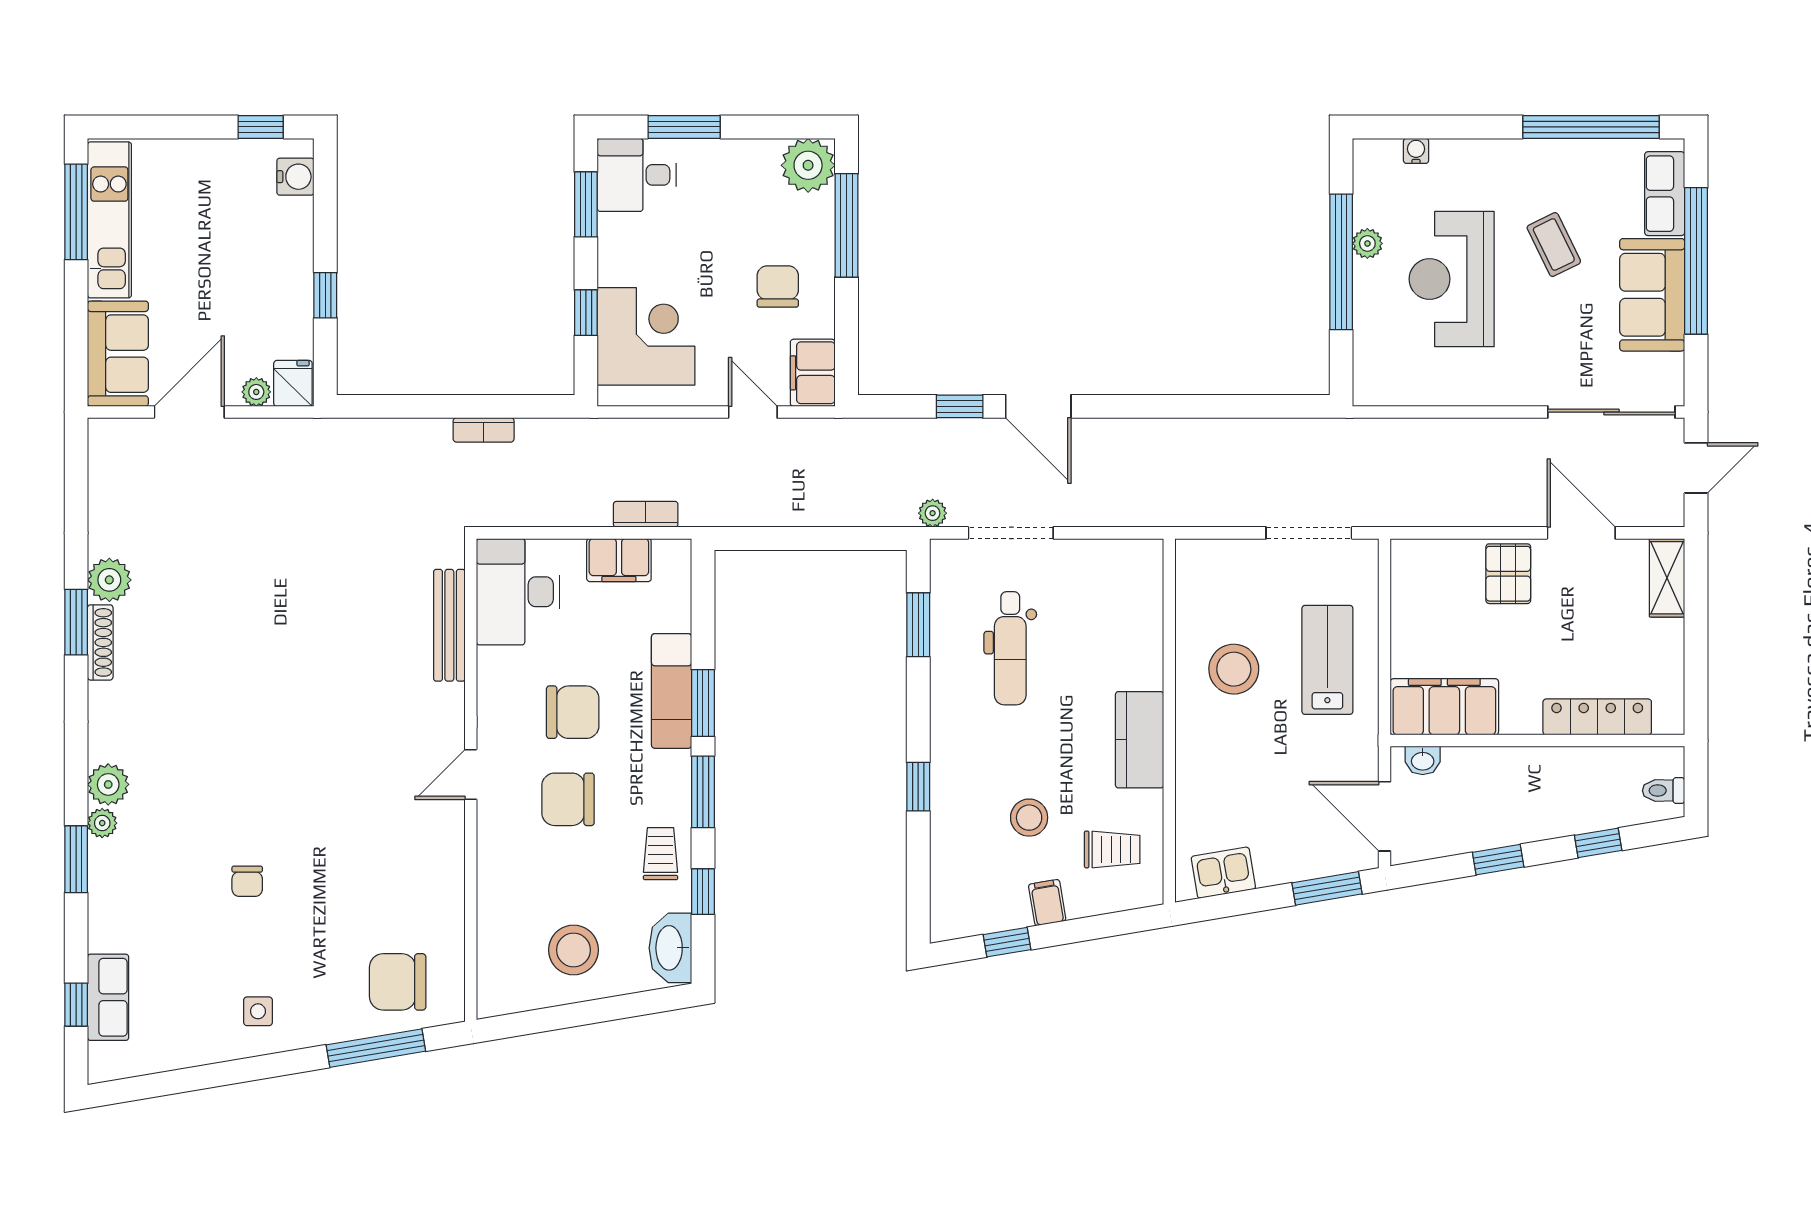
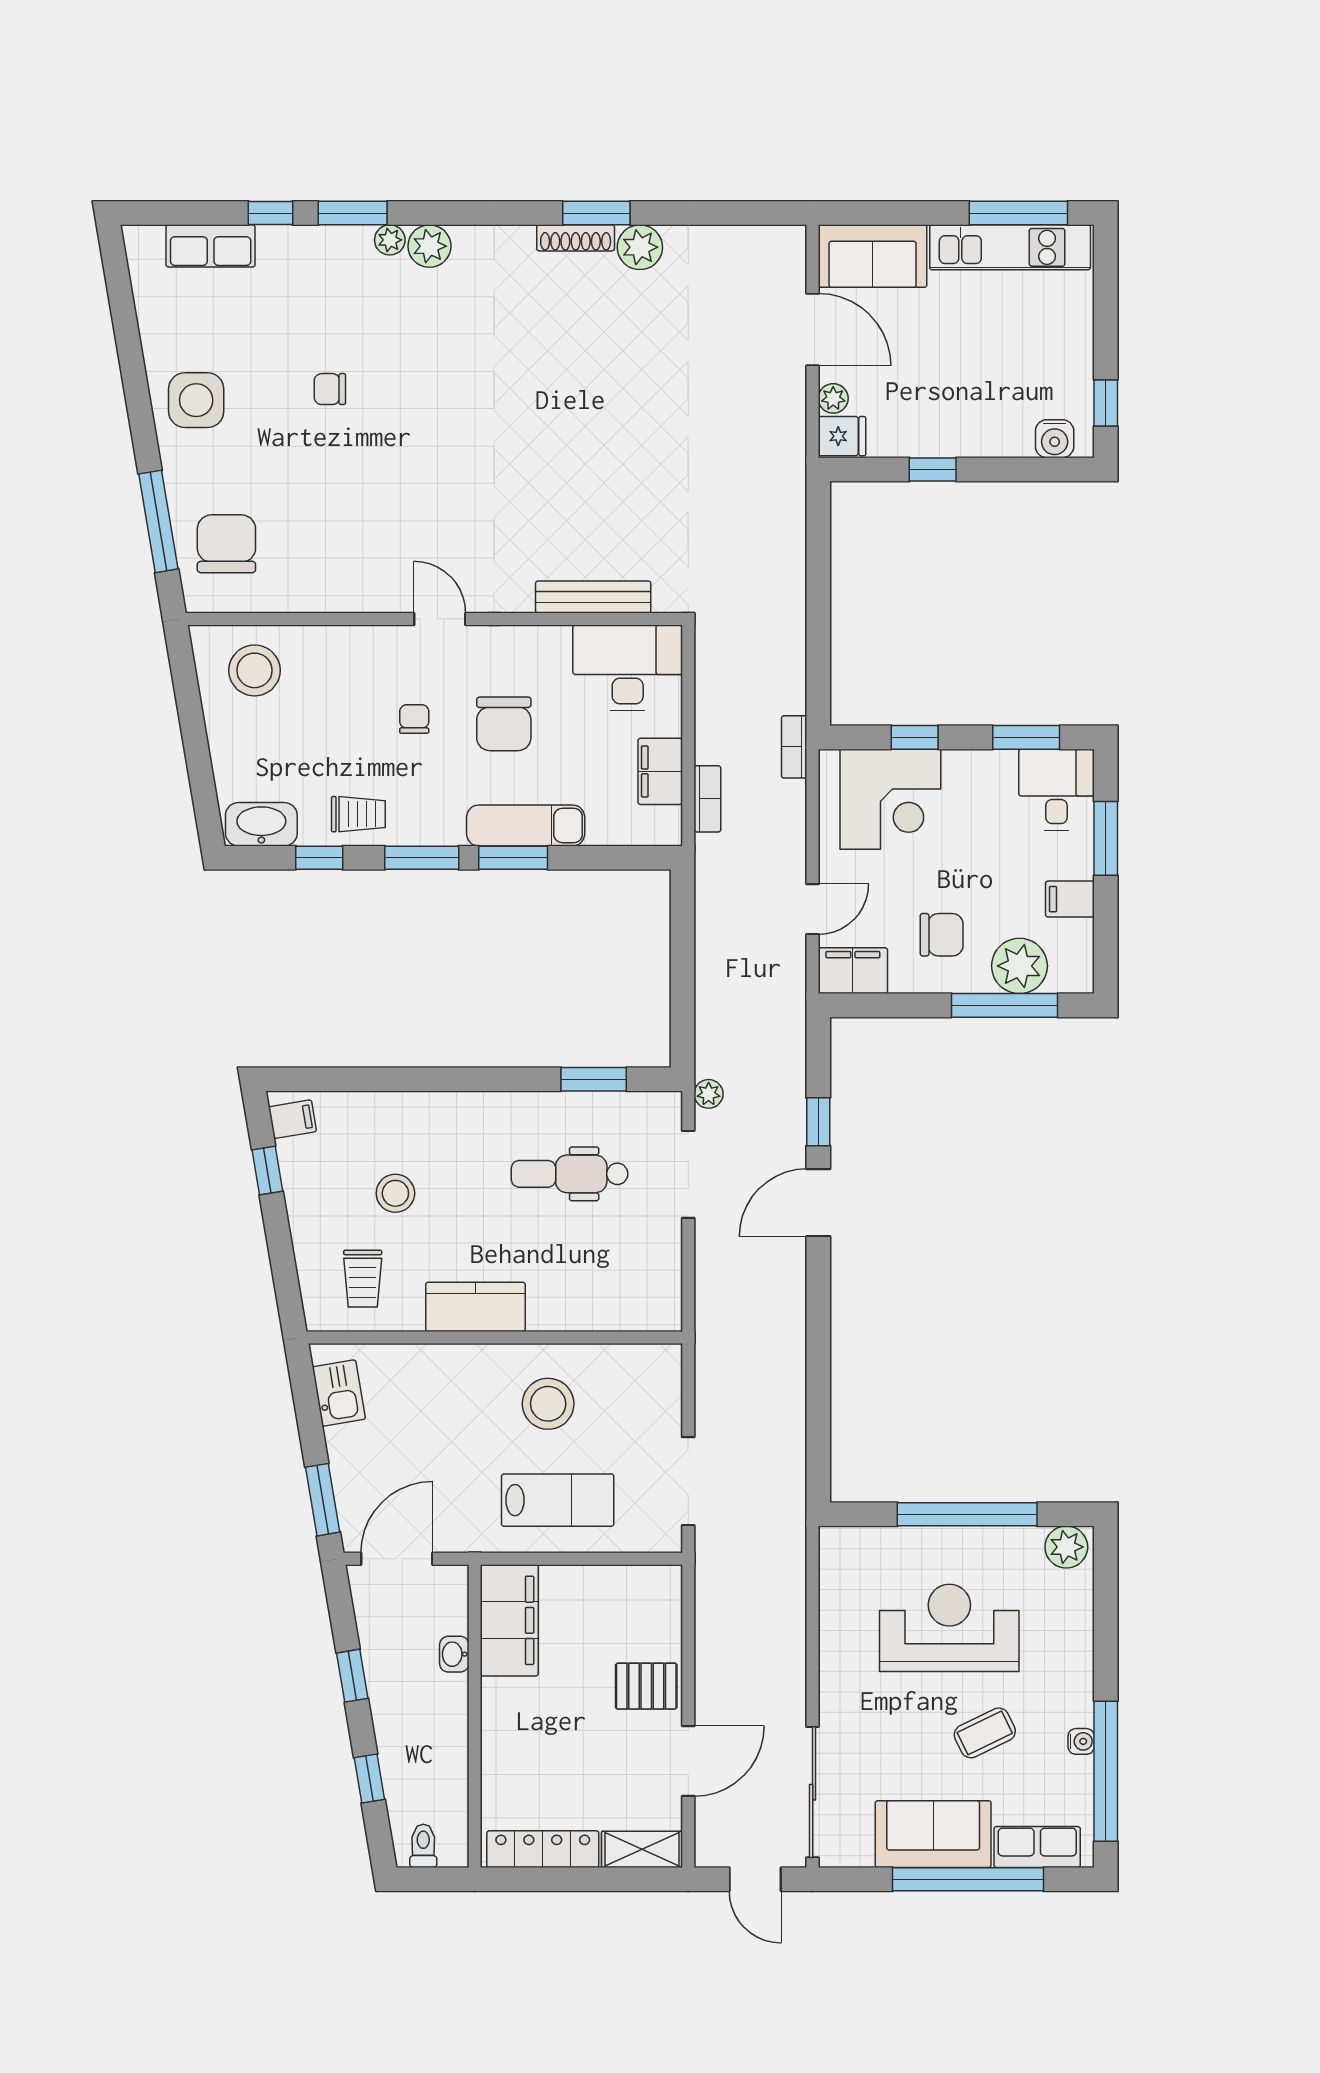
water cooler: (1416, 151) -> (1081, 1741), moved
filing cabinet: (743, 162) -> (1070, 899), added
plant: (808, 165) -> (1019, 966), moved
plant: (1367, 243) -> (1066, 1547), moved, width x1.38, depth x1.38
bookcase: (484, 430) -> (794, 747), moved
locker: (1597, 717) -> (543, 1849), moved, turned -90
washbasin: (1423, 760) -> (454, 1654), moved
window: (918, 787) -> (427, 1079), removed
chair: (568, 799) -> (414, 719), width x0.54, depth x0.54
filing cabinet: (1047, 902) -> (293, 1119), moved
stool: (574, 950) -> (254, 670), moved
window: (76, 1005) -> (271, 213), moved
side table: (258, 1011) -> (196, 400), width x1.87, depth x1.87

